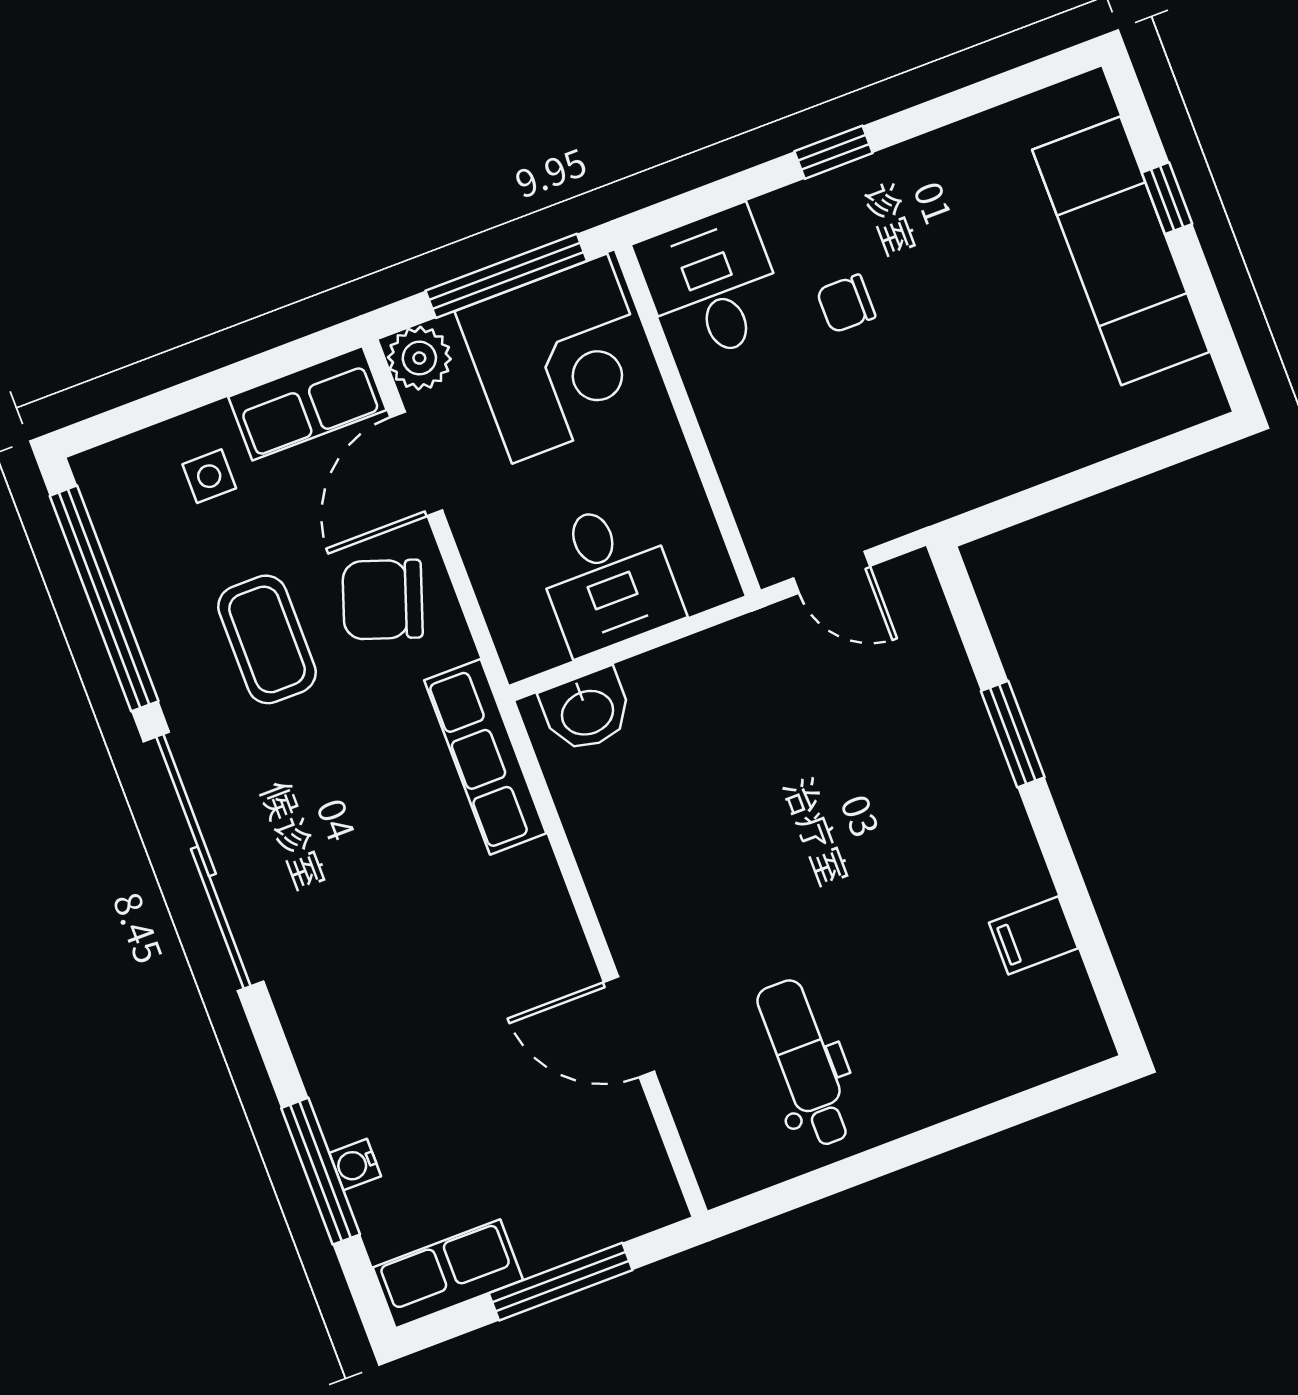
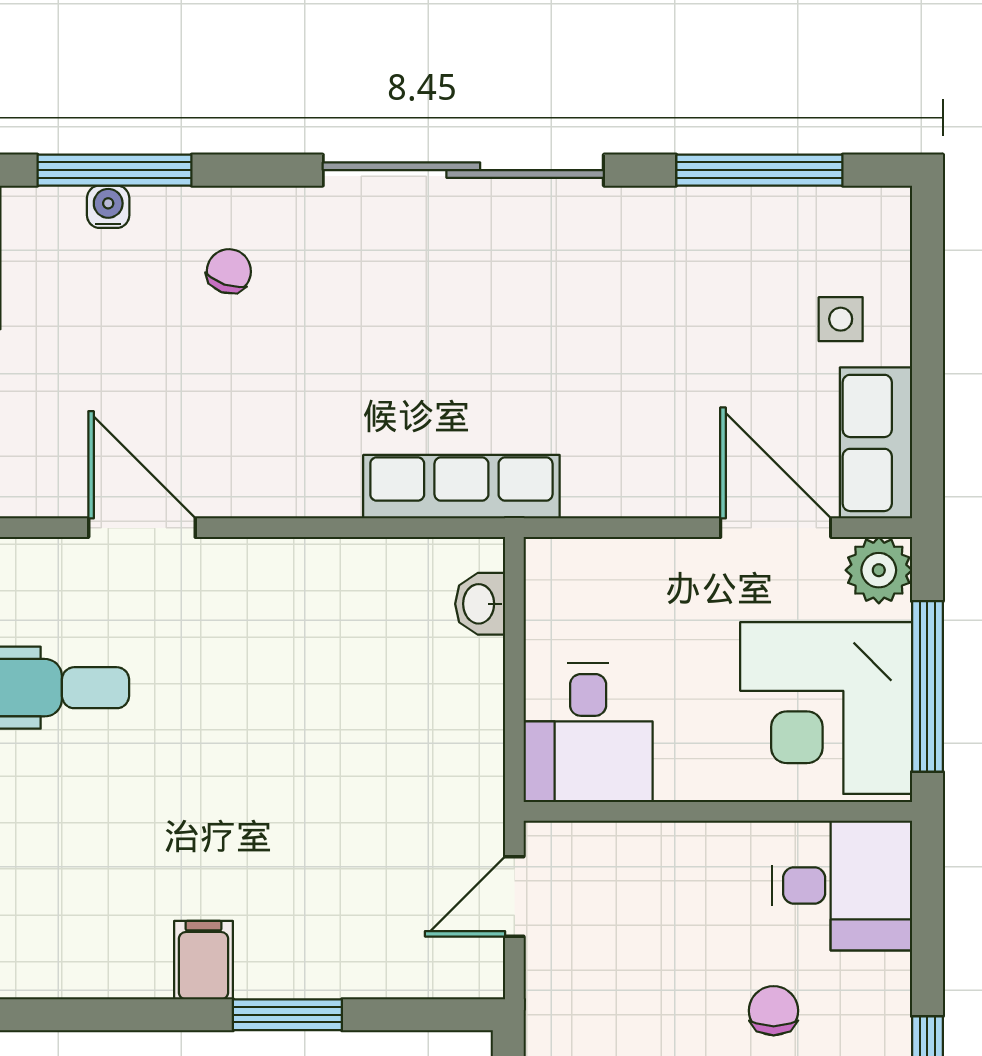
desk: (607, 577) -> (588, 732), moved, turned -90
window: (104, 598) -> (759, 170), width x0.68
chair: (383, 600) -> (229, 271), moved, width x0.54, depth x0.54
coffee table: (267, 639) -> (658, 315), removed
washbasin: (587, 711) -> (480, 604), width x0.72, depth x0.69
filing cabinet: (1033, 935) -> (204, 960), moved
door: (629, 1027) -> (142, 528), hinge flipped

